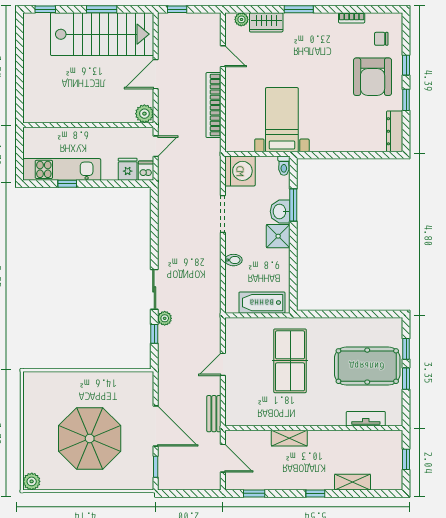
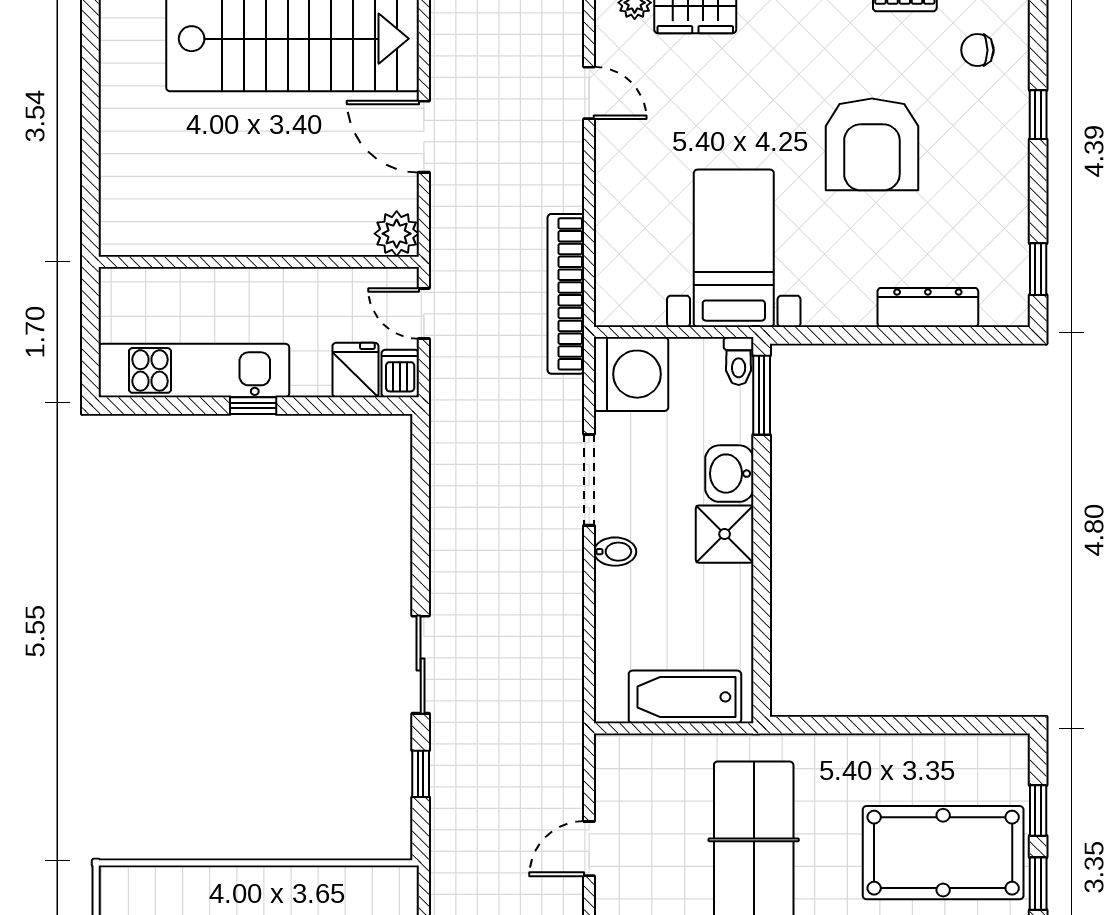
door: (156, 74) -> (424, 137), hinge flipped
armchair: (373, 77) -> (872, 144), moved
window: (406, 100) -> (1038, 269), moved
bookcase: (213, 105) -> (566, 294), moved
dresser: (395, 131) -> (928, 307), moved, turned 90
door: (156, 146) -> (424, 314), swing flipped
window: (67, 184) -> (253, 406), moved
window: (293, 205) -> (762, 395), moved
bidet: (233, 260) -> (615, 552), moved
plant: (165, 318) -> (446, 736), removed

